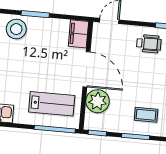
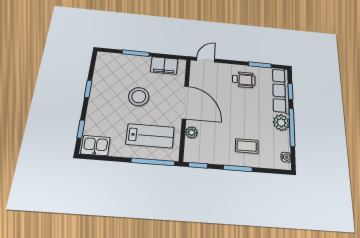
stool: (16, 29) -> (139, 97), moved
filing cabinet: (78, 34) -> (164, 65), moved, turned -90
plant: (98, 101) -> (192, 132), width x0.53, depth x0.53

